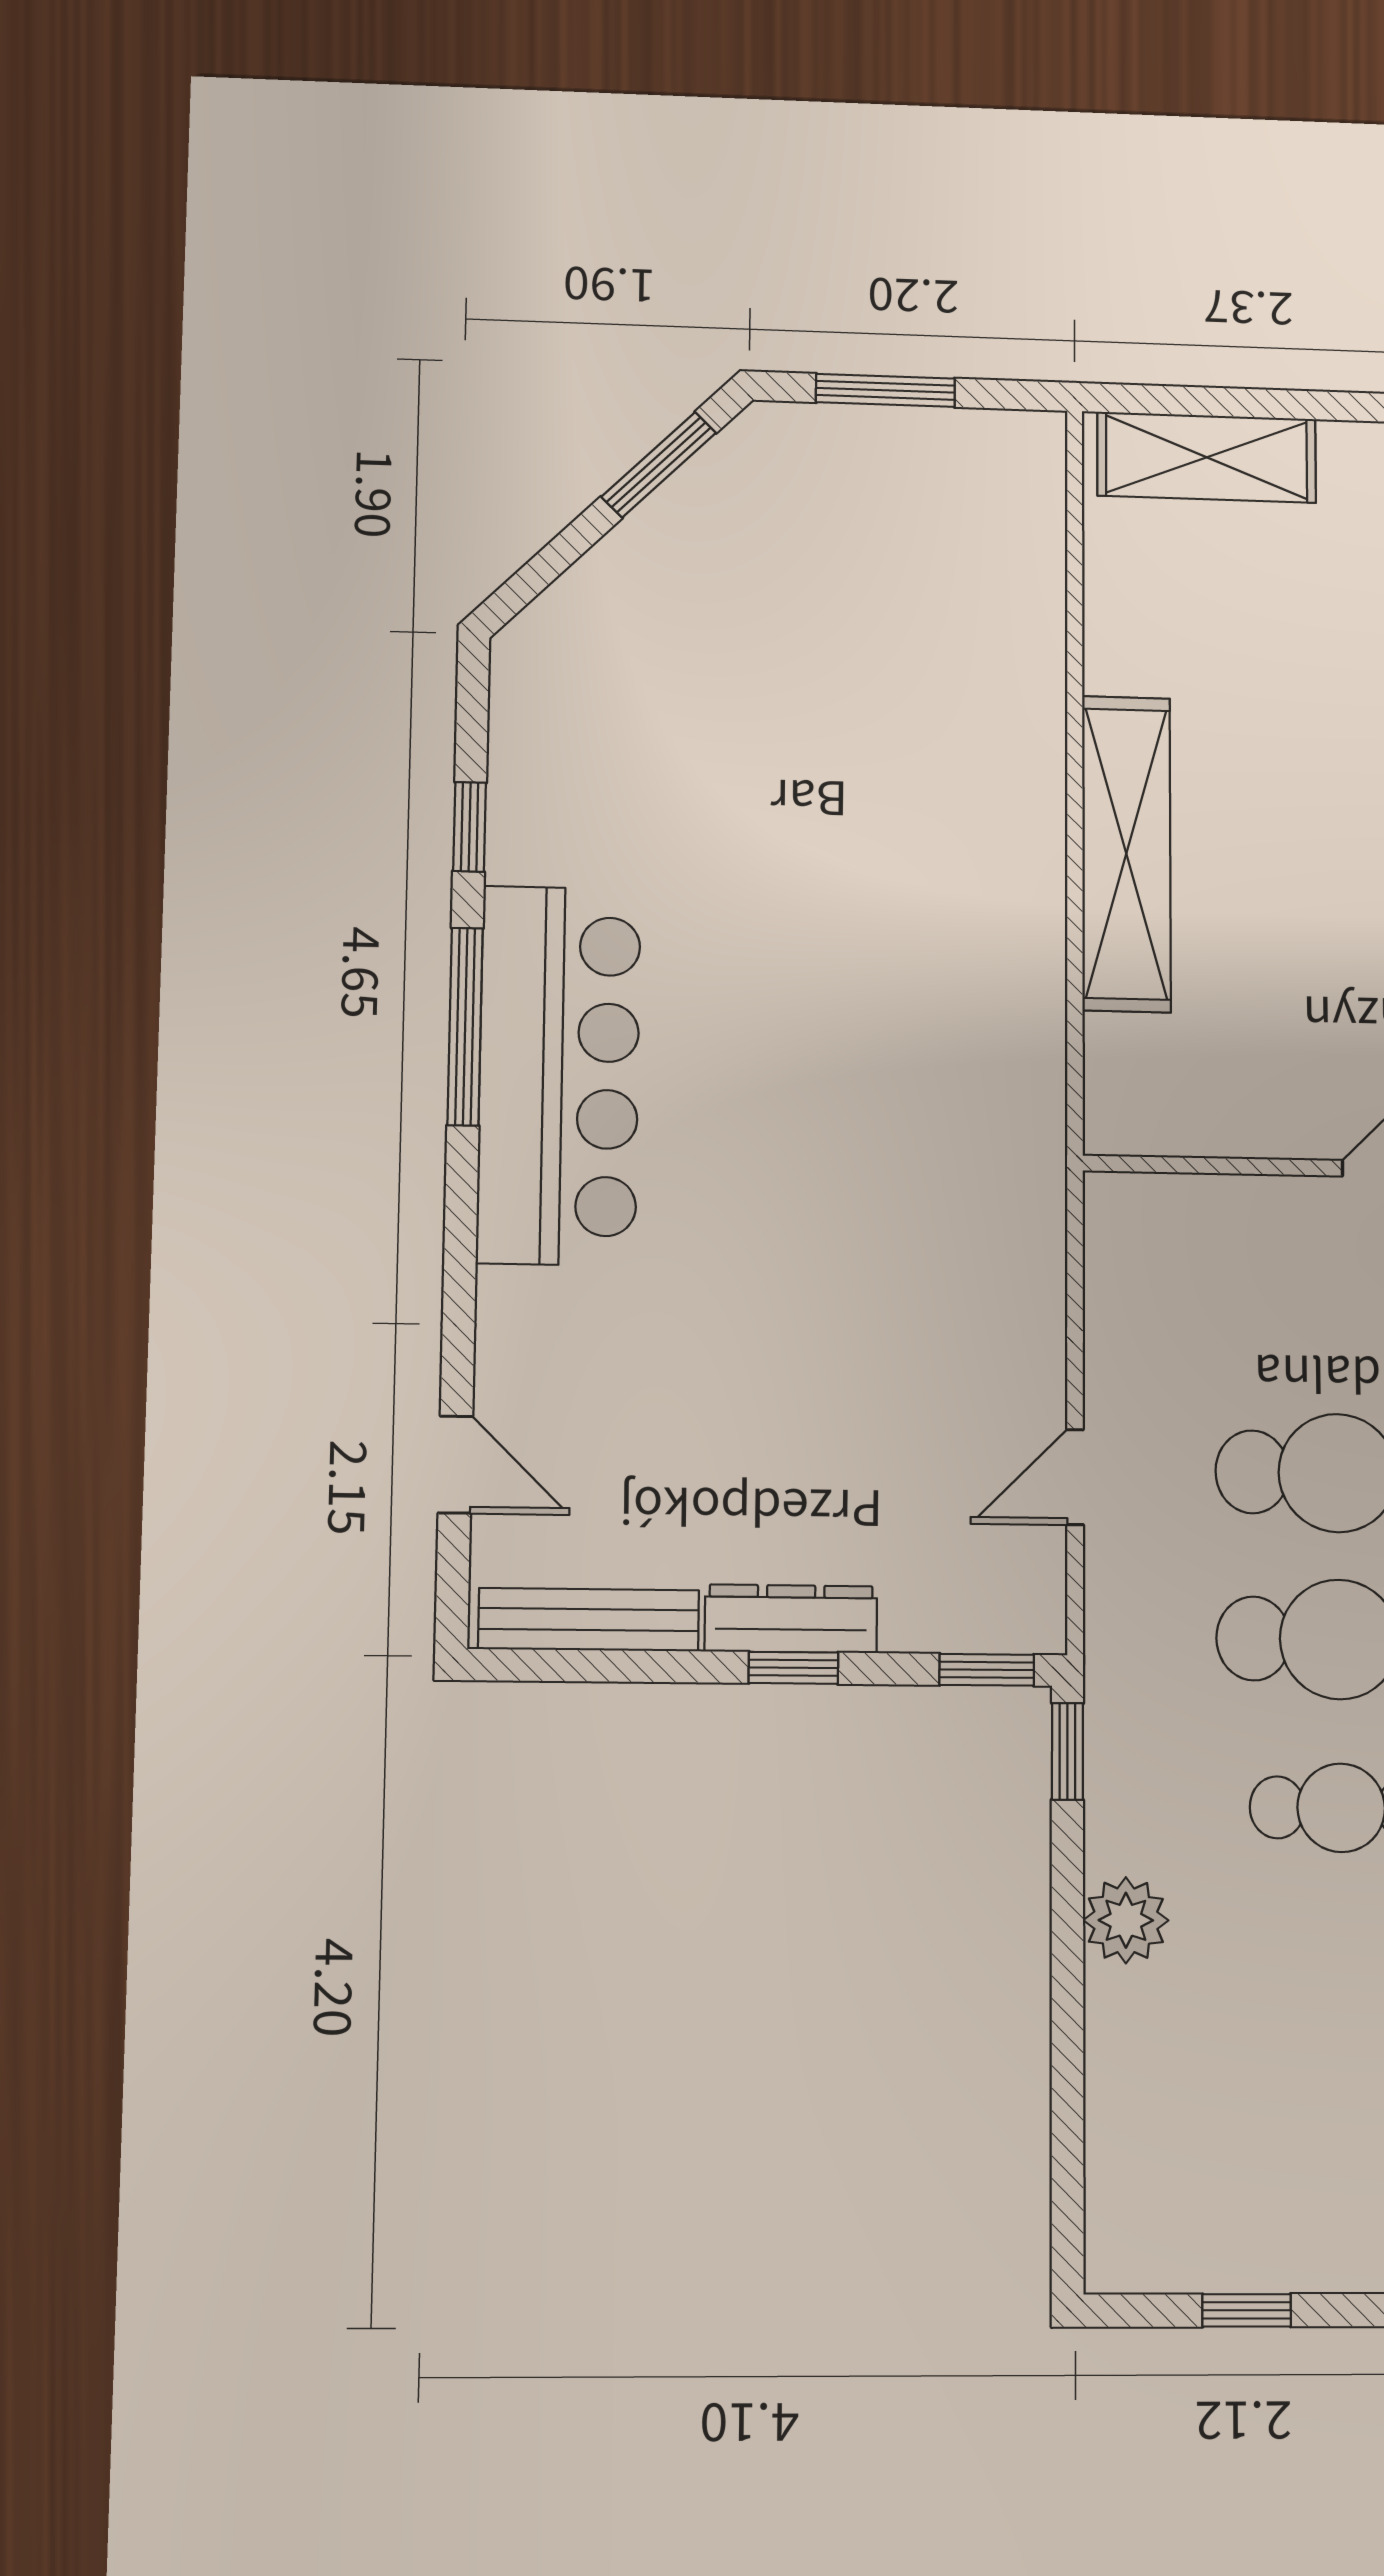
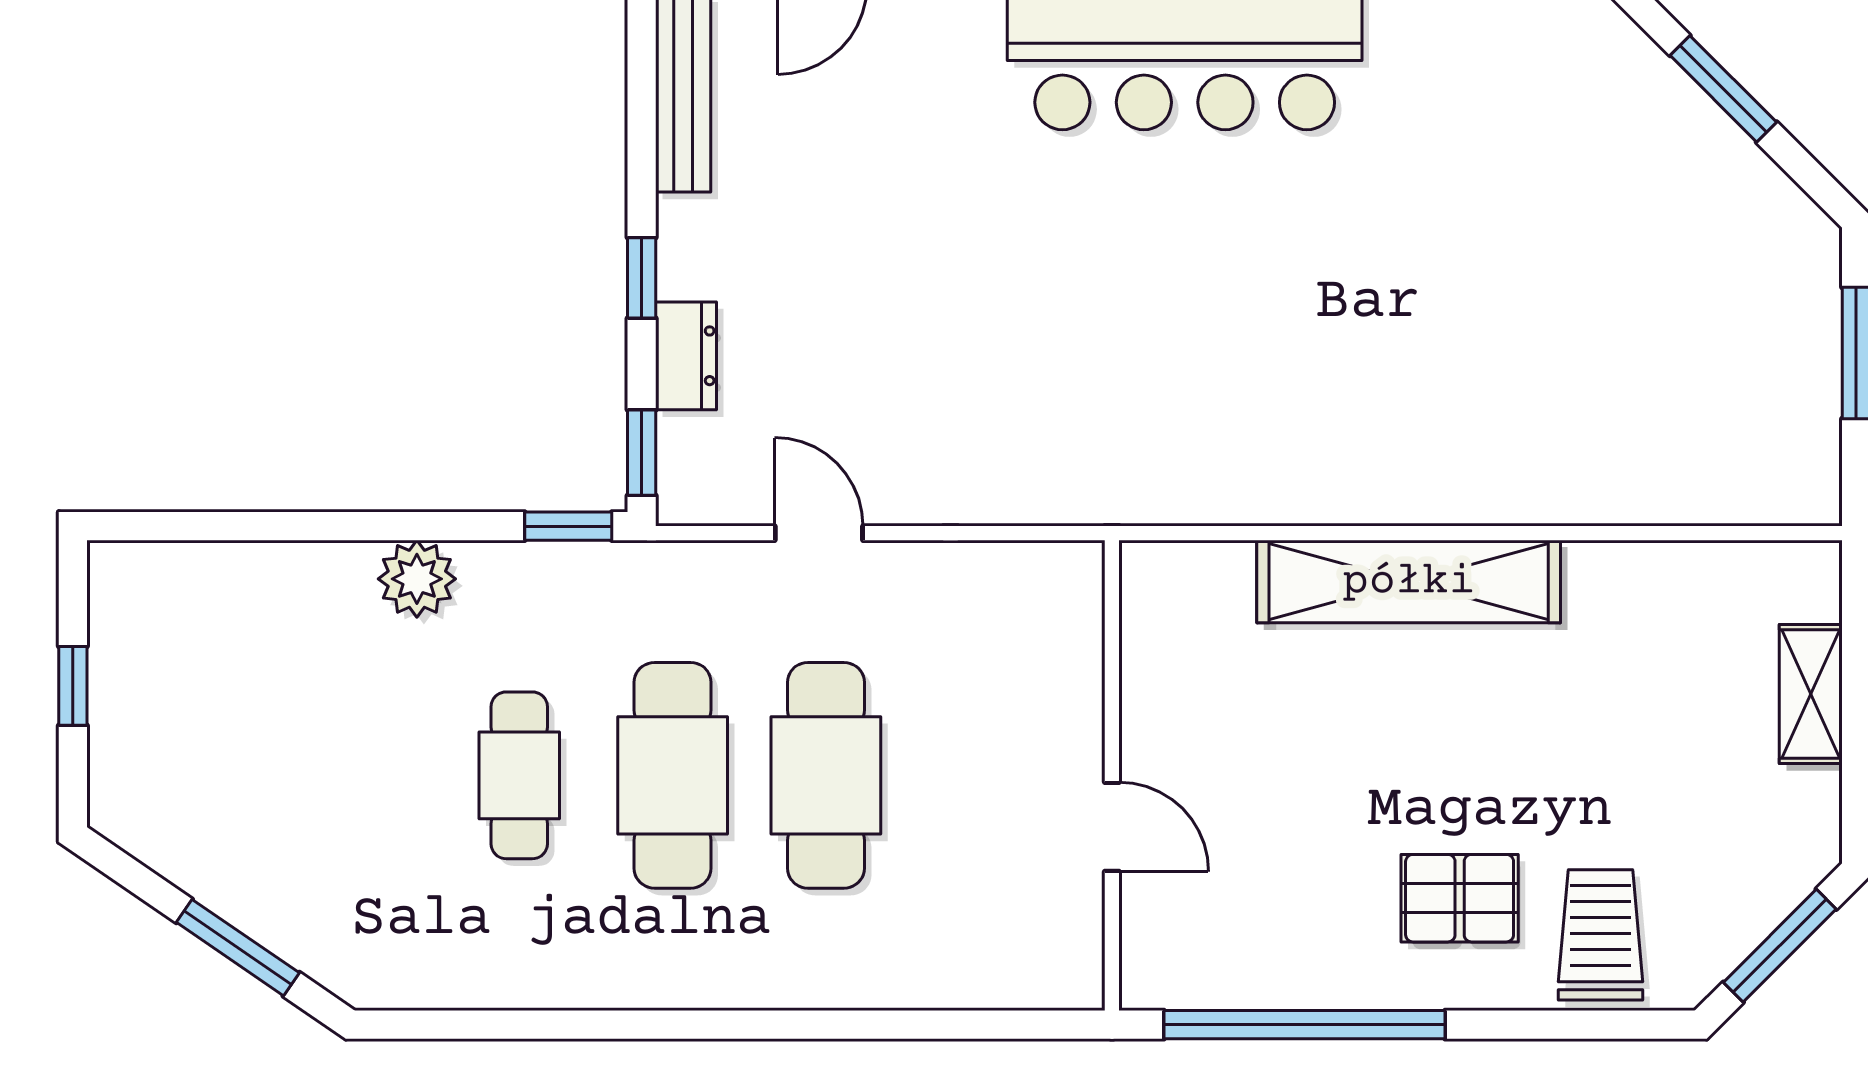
shelving: (1207, 457) -> (1811, 694), width x0.67, depth x0.75
window: (659, 465) -> (1723, 89), moved
dresser: (791, 1619) -> (686, 356), moved, width x0.70

